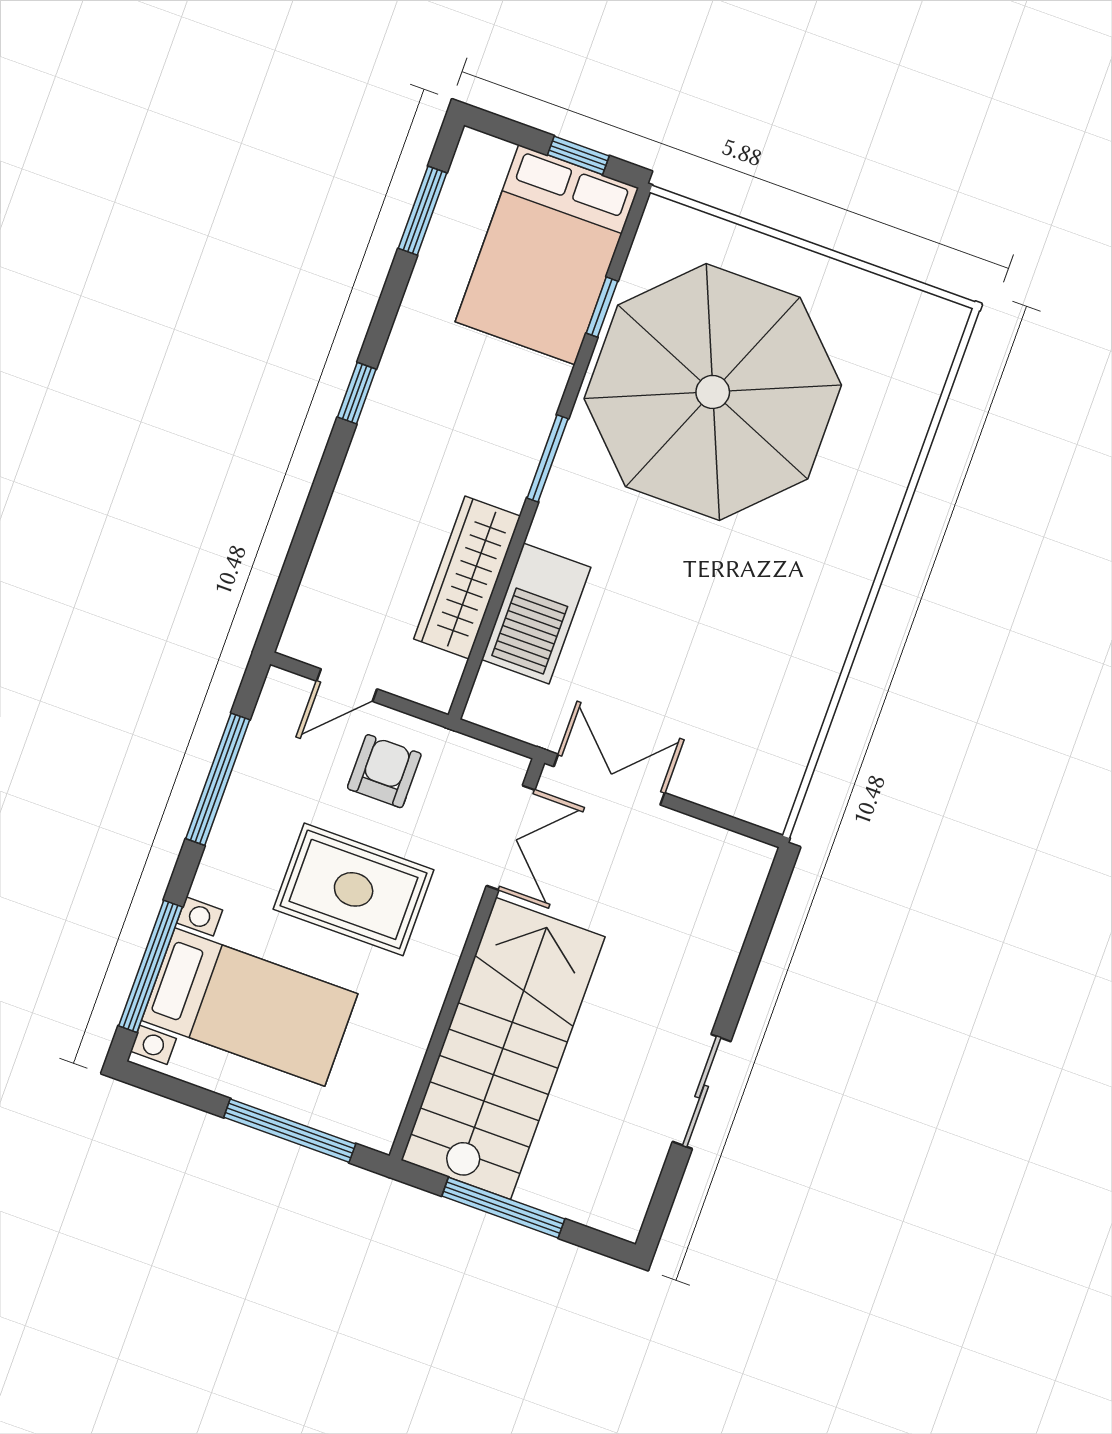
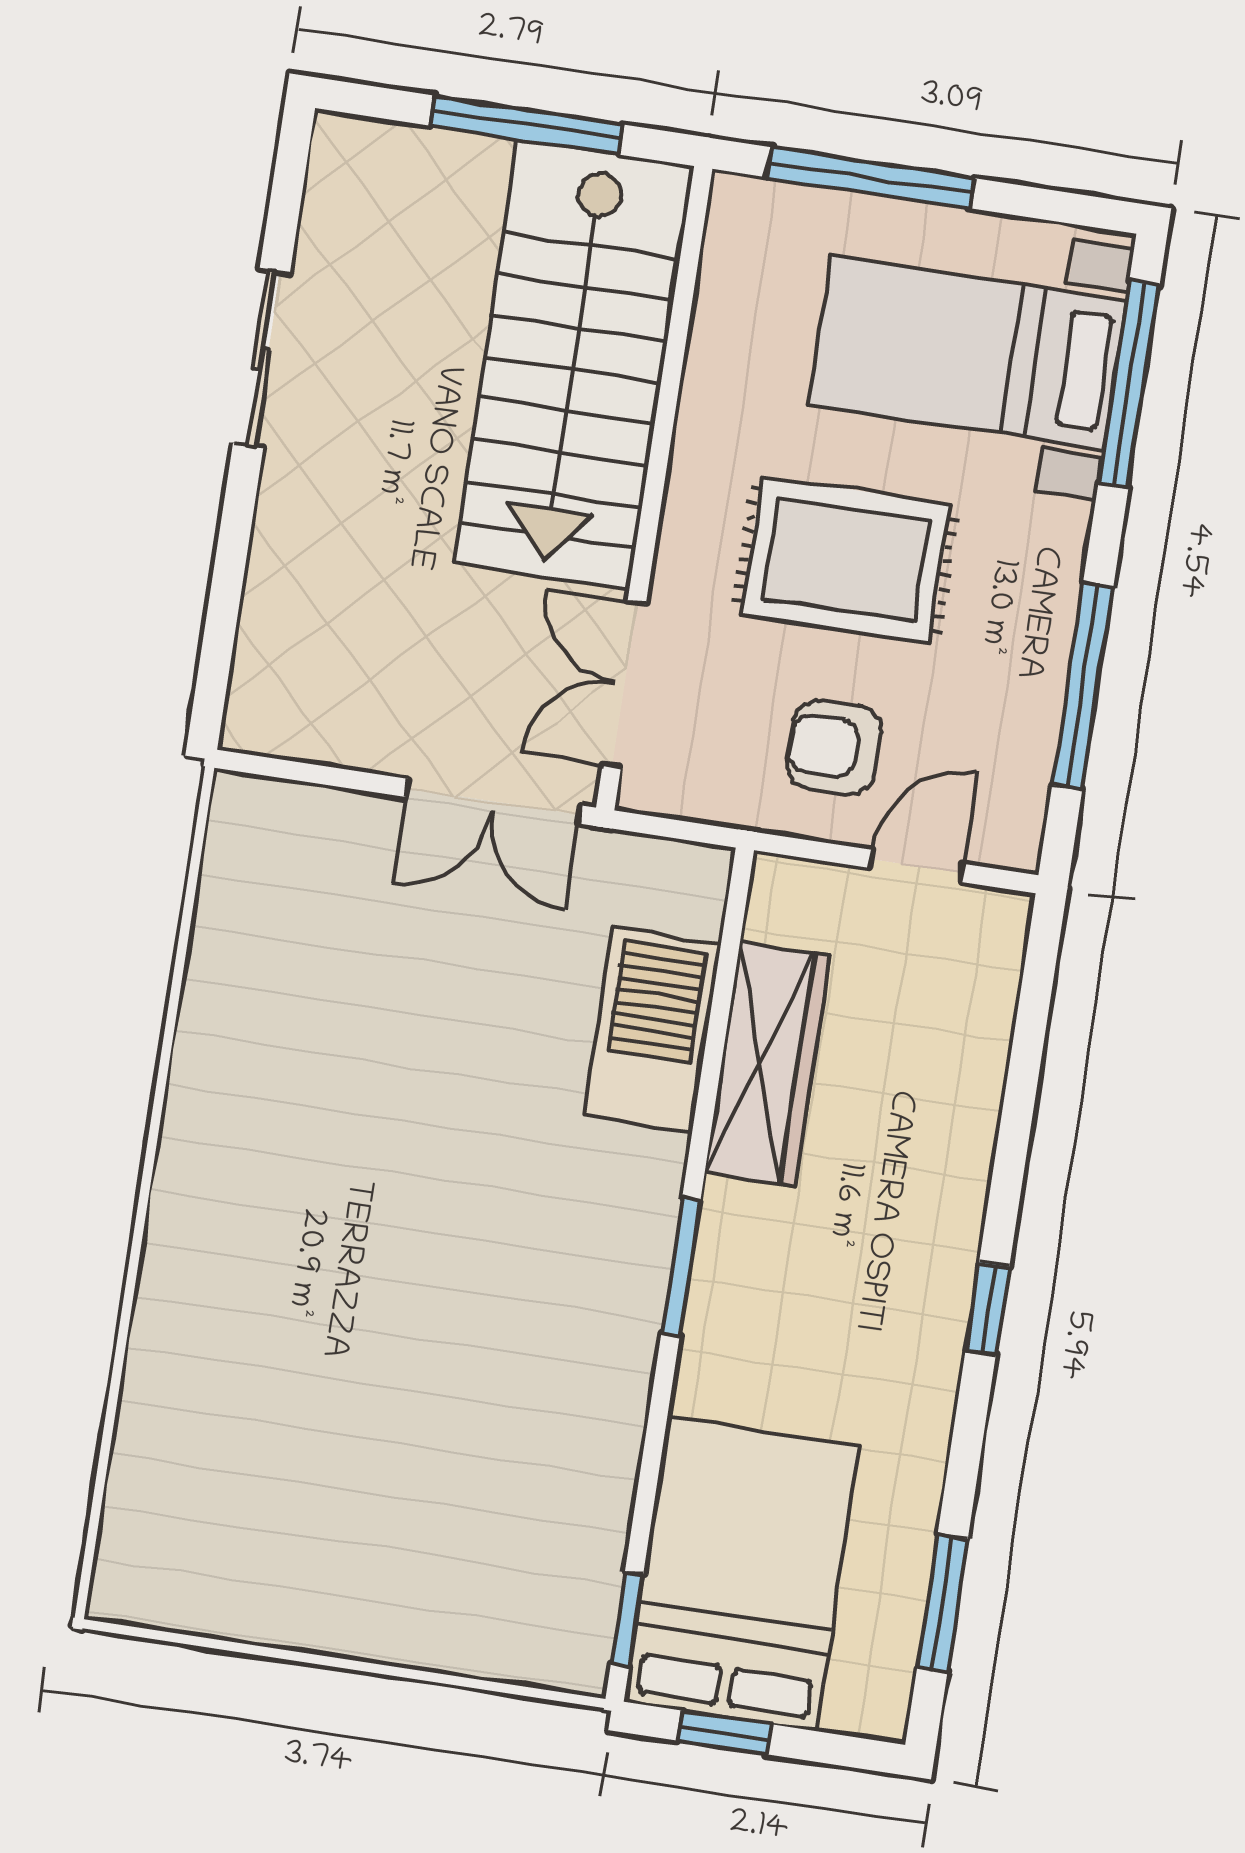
window: (602, 307) -> (627, 1619), moved
parasol: (713, 392) -> (452, 1416), removed
armchair: (384, 771) -> (834, 747), turned 90

